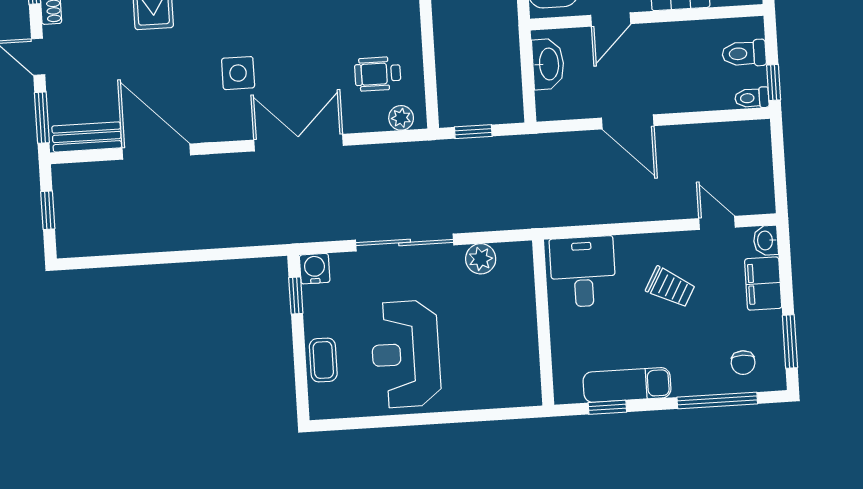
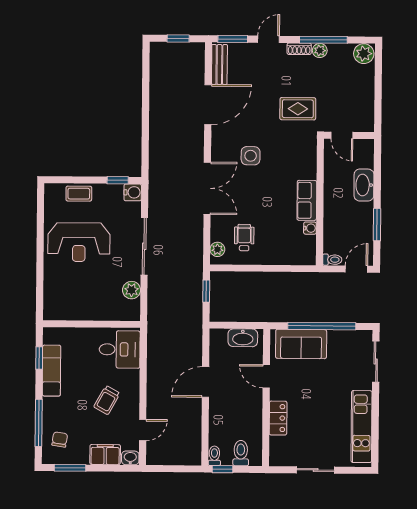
reception desk: (406, 354) -> (79, 242), turned 180
chair: (743, 363) -> (60, 439), turned 99

